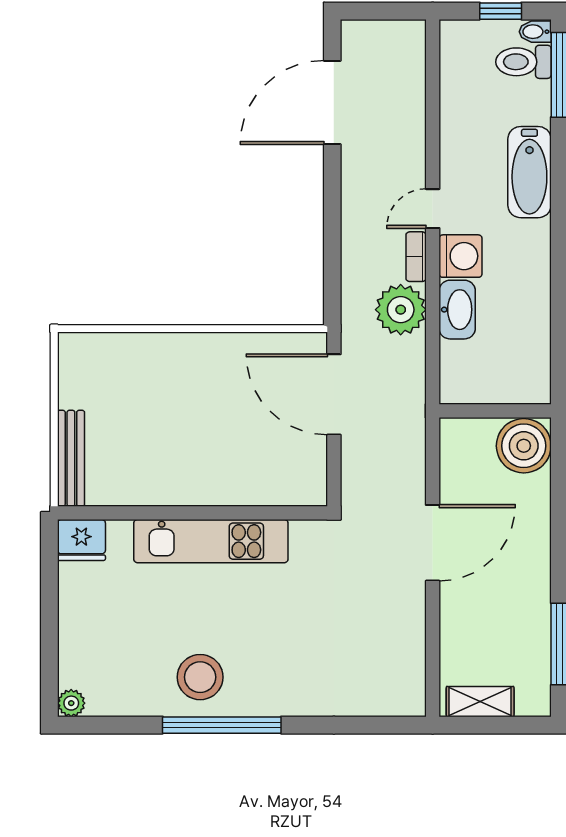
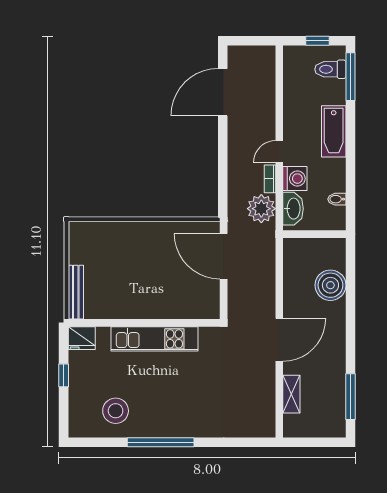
bidet: (535, 32) -> (337, 199), moved
wall: (495, 411) -> (314, 234), moved
window: (49, 606) -> (64, 375), added
stool: (200, 677) -> (116, 411), moved
shelving: (480, 702) -> (291, 394), moved, turned 90
plant: (71, 703) -> (76, 430), removed

